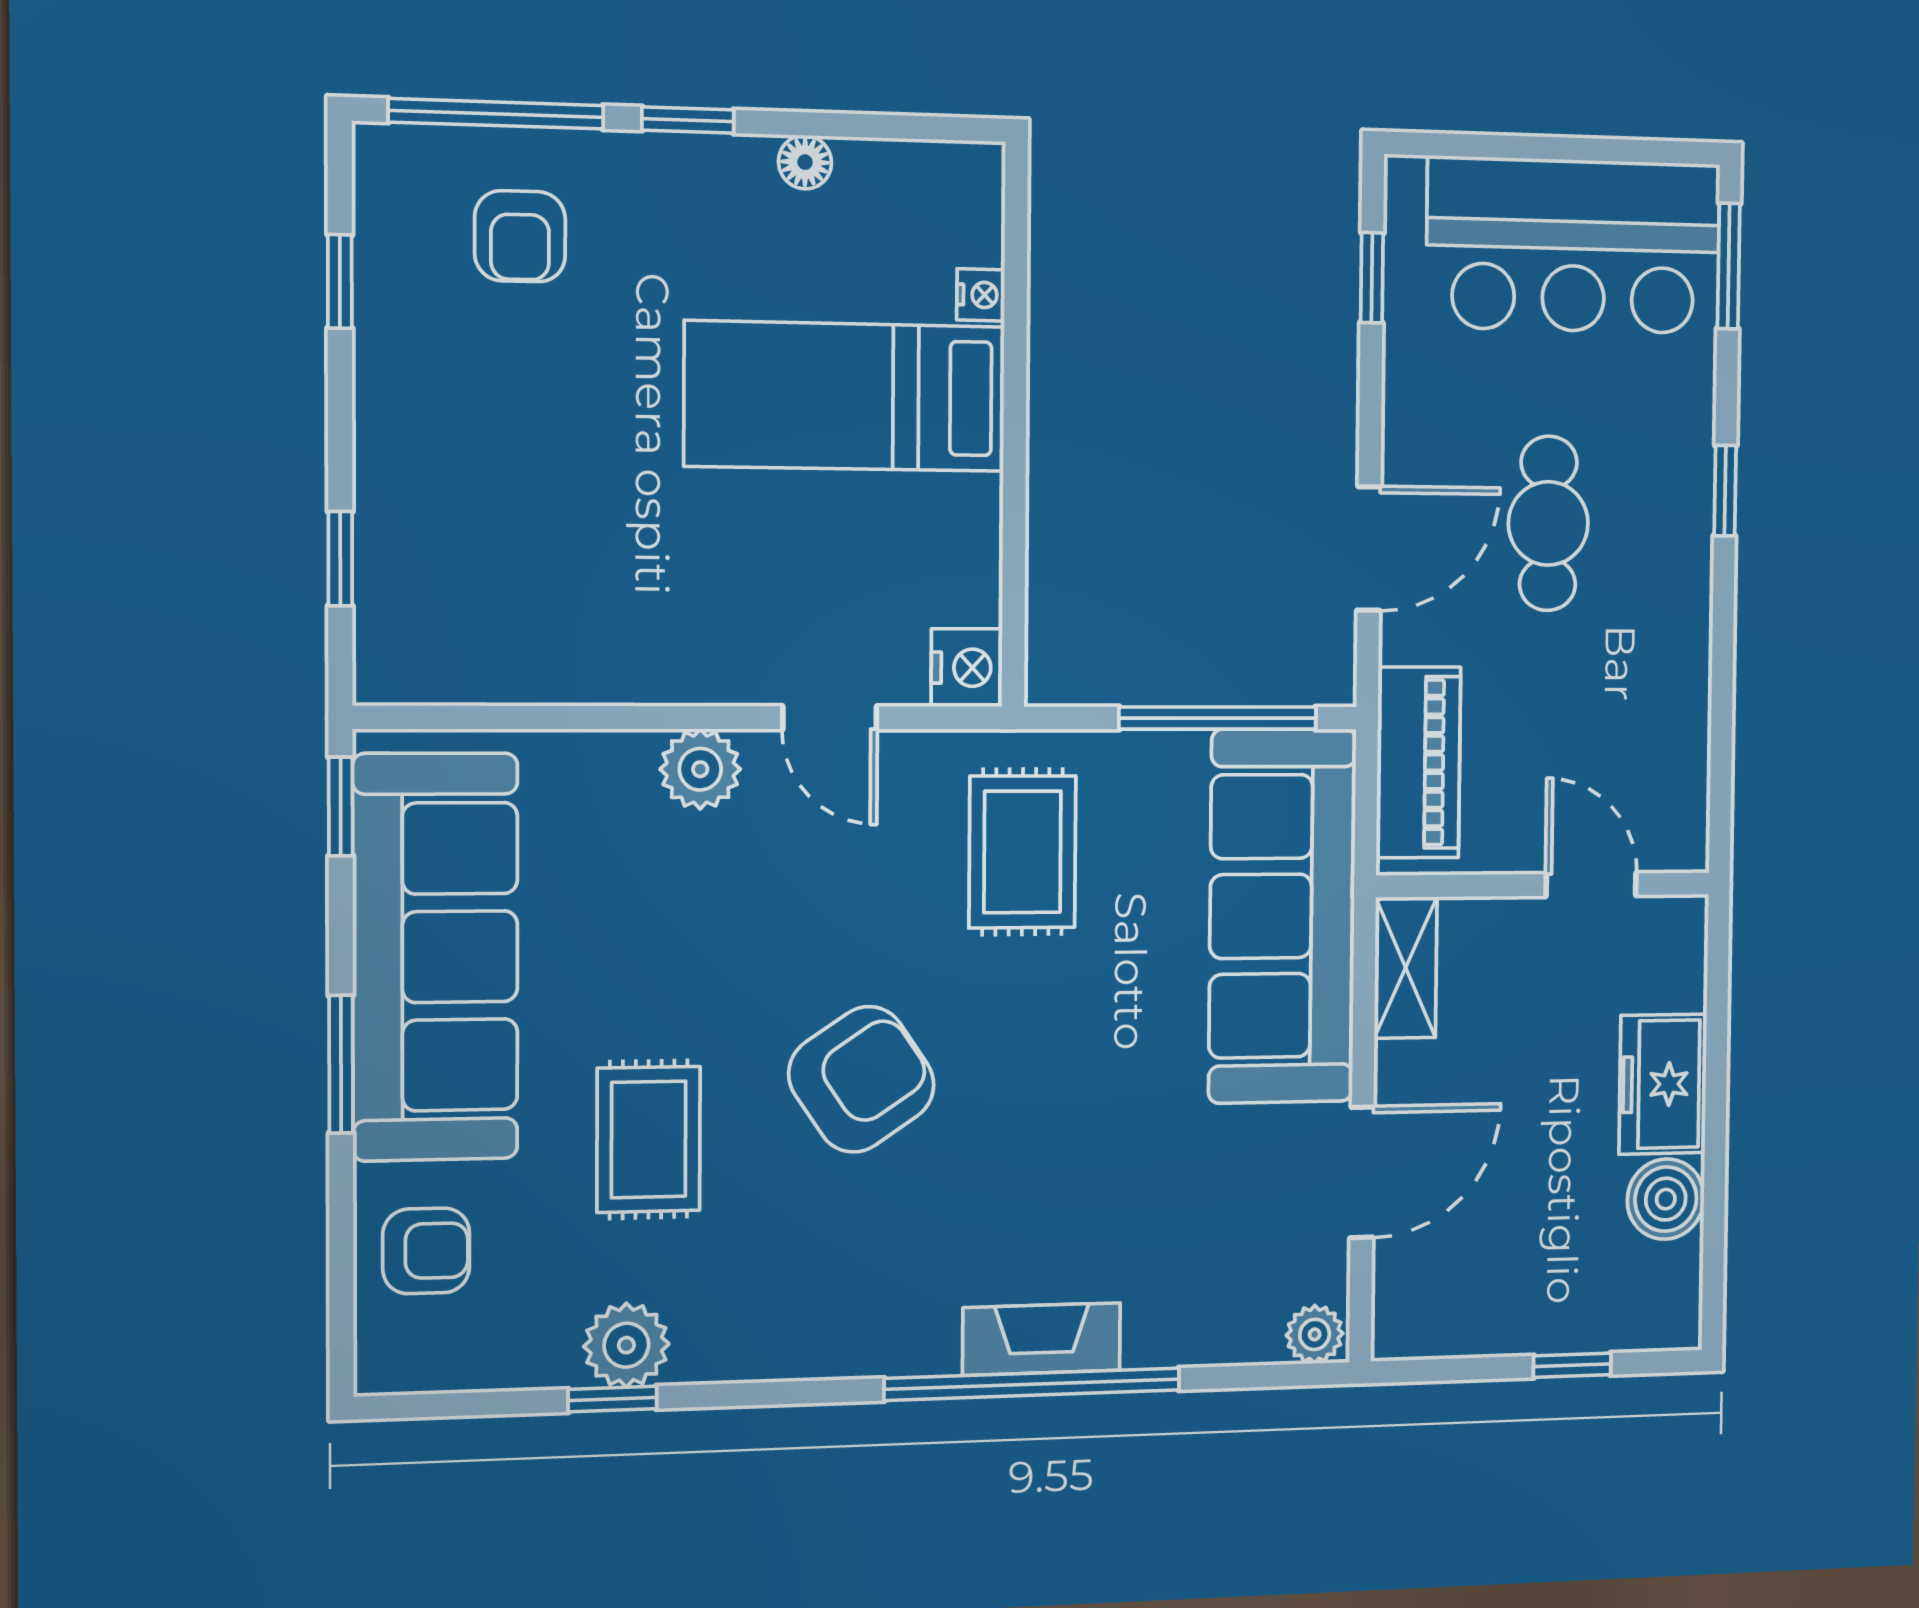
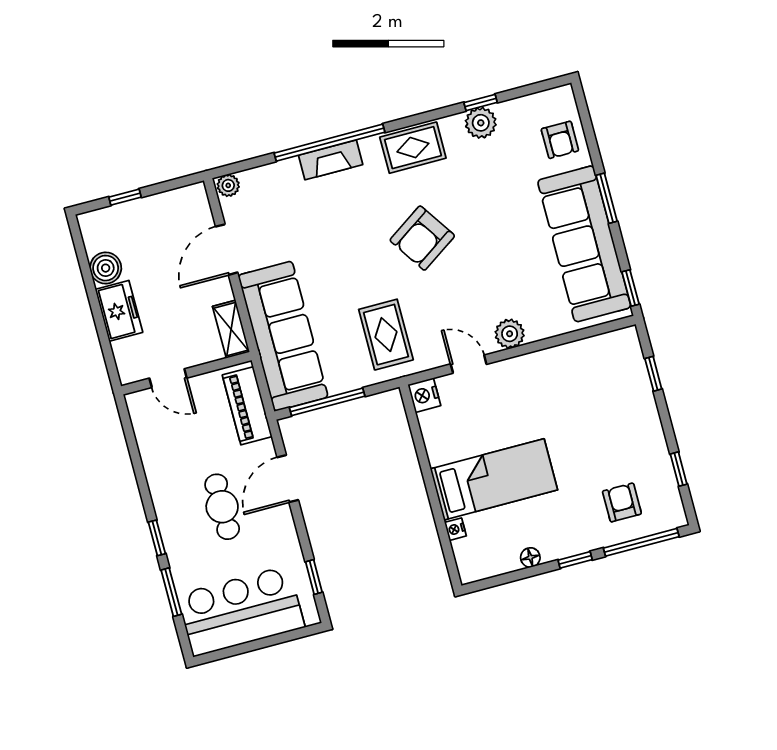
window: (1729, 266) -> (171, 592), moved
rug: (649, 1139) -> (413, 148), moved, turned 90
armchair: (426, 1251) -> (560, 140), turned -90

